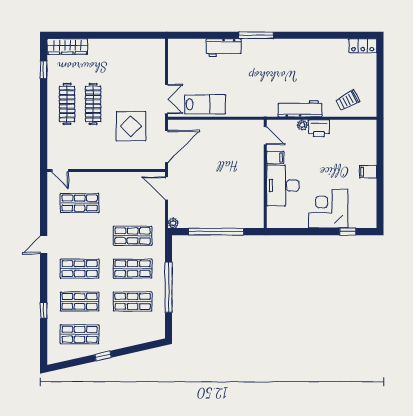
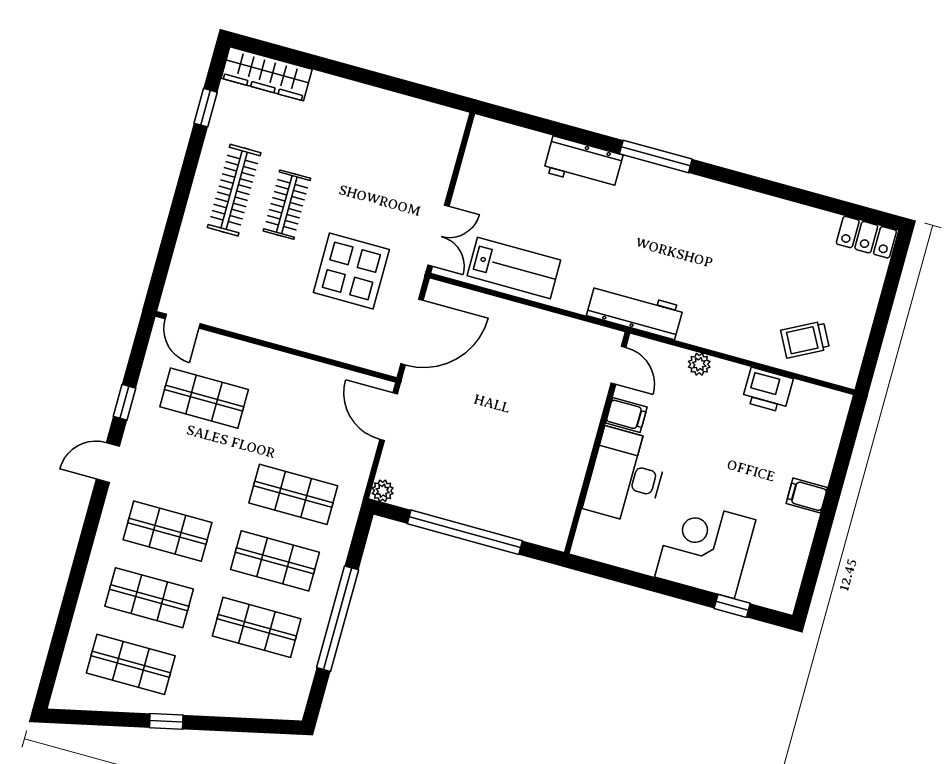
clothes rail: (93, 104) -> (287, 205), width x0.73
workbench: (300, 109) -> (635, 311), moved
printer: (319, 128) -> (768, 390), moved
window: (44, 310) -> (125, 402), moved

